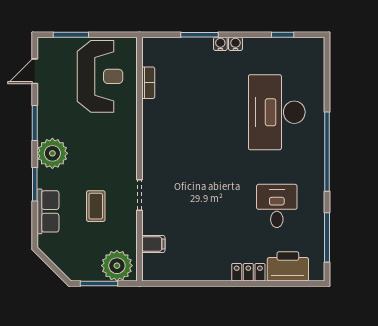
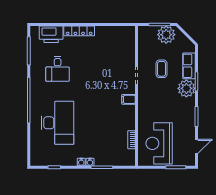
plant: (52, 153) -> (186, 88), moved
filing cabinet: (153, 244) -> (128, 99), moved
plant: (117, 266) -> (166, 35), moved
locker: (248, 272) -> (79, 31), width x1.53

